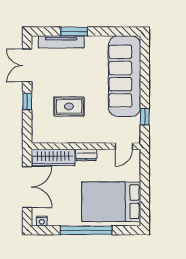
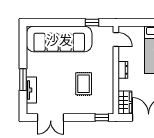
tv unit: (61, 42) -> (31, 90), width x0.71
window: (27, 102) -> (102, 118), moved
wardrobe: (53, 157) -> (125, 102), width x0.67

